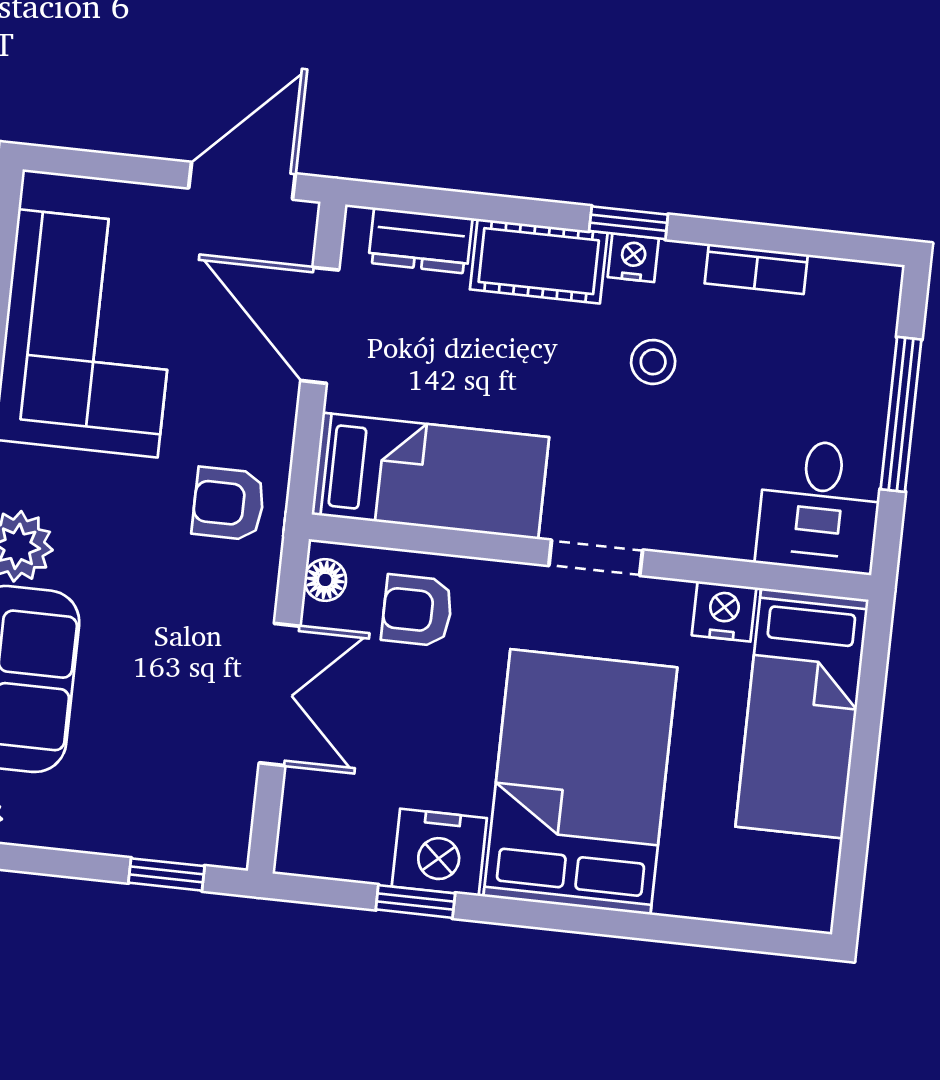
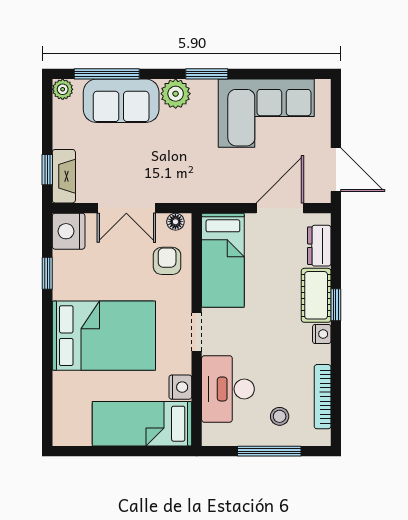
window: (629, 223) -> (336, 305), moved
bookcase: (756, 269) -> (323, 397), width x1.56
stool: (653, 362) -> (280, 416), moved
armchair: (229, 504) -> (202, 179), removed
desk: (820, 506) -> (228, 389), moved, width x1.37
fireplace: (187, 836) -> (64, 176), added
nightstand: (439, 852) -> (69, 231), moved

